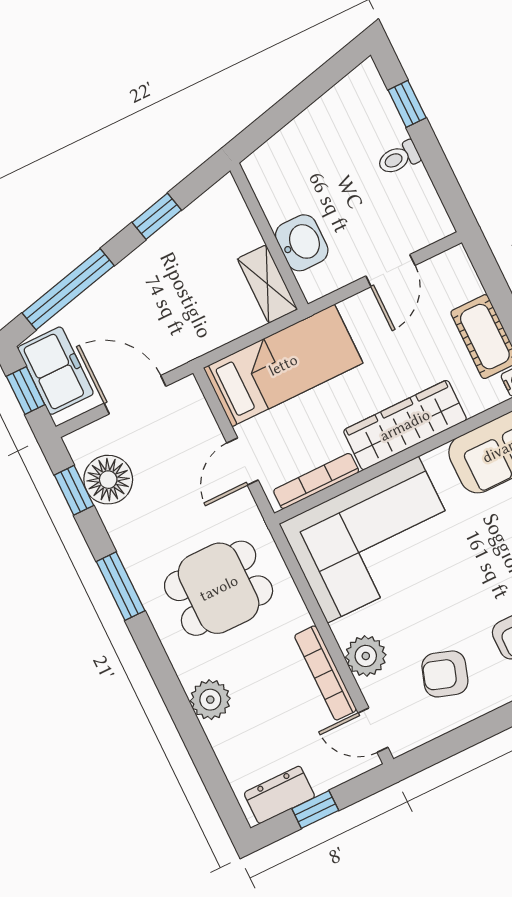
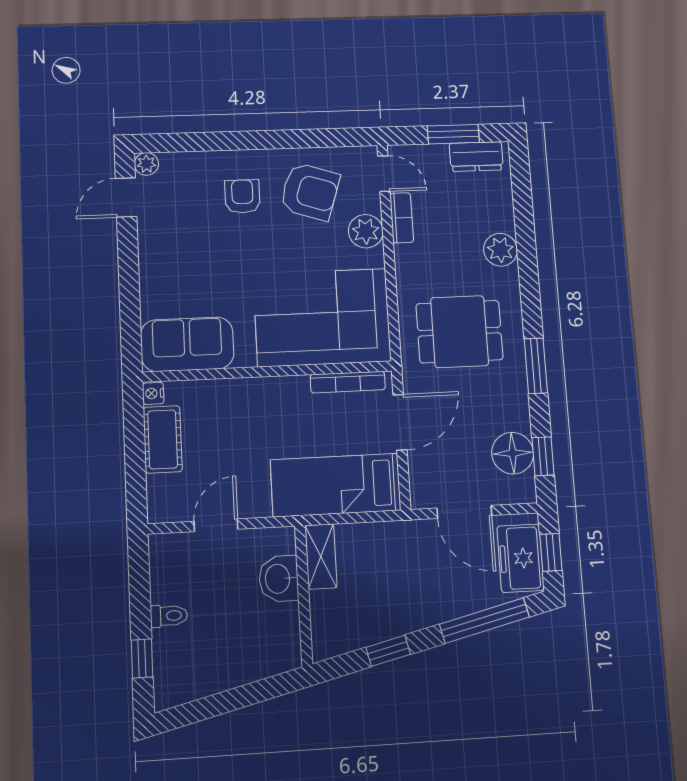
wardrobe: (405, 425) -> (258, 396), removed
door: (242, 461) -> (400, 422), width x1.38
bookcase: (325, 673) -> (402, 218), width x0.64
armchair: (445, 674) -> (310, 192), width x1.38, depth x1.38
window: (315, 809) -> (453, 134), width x1.50

